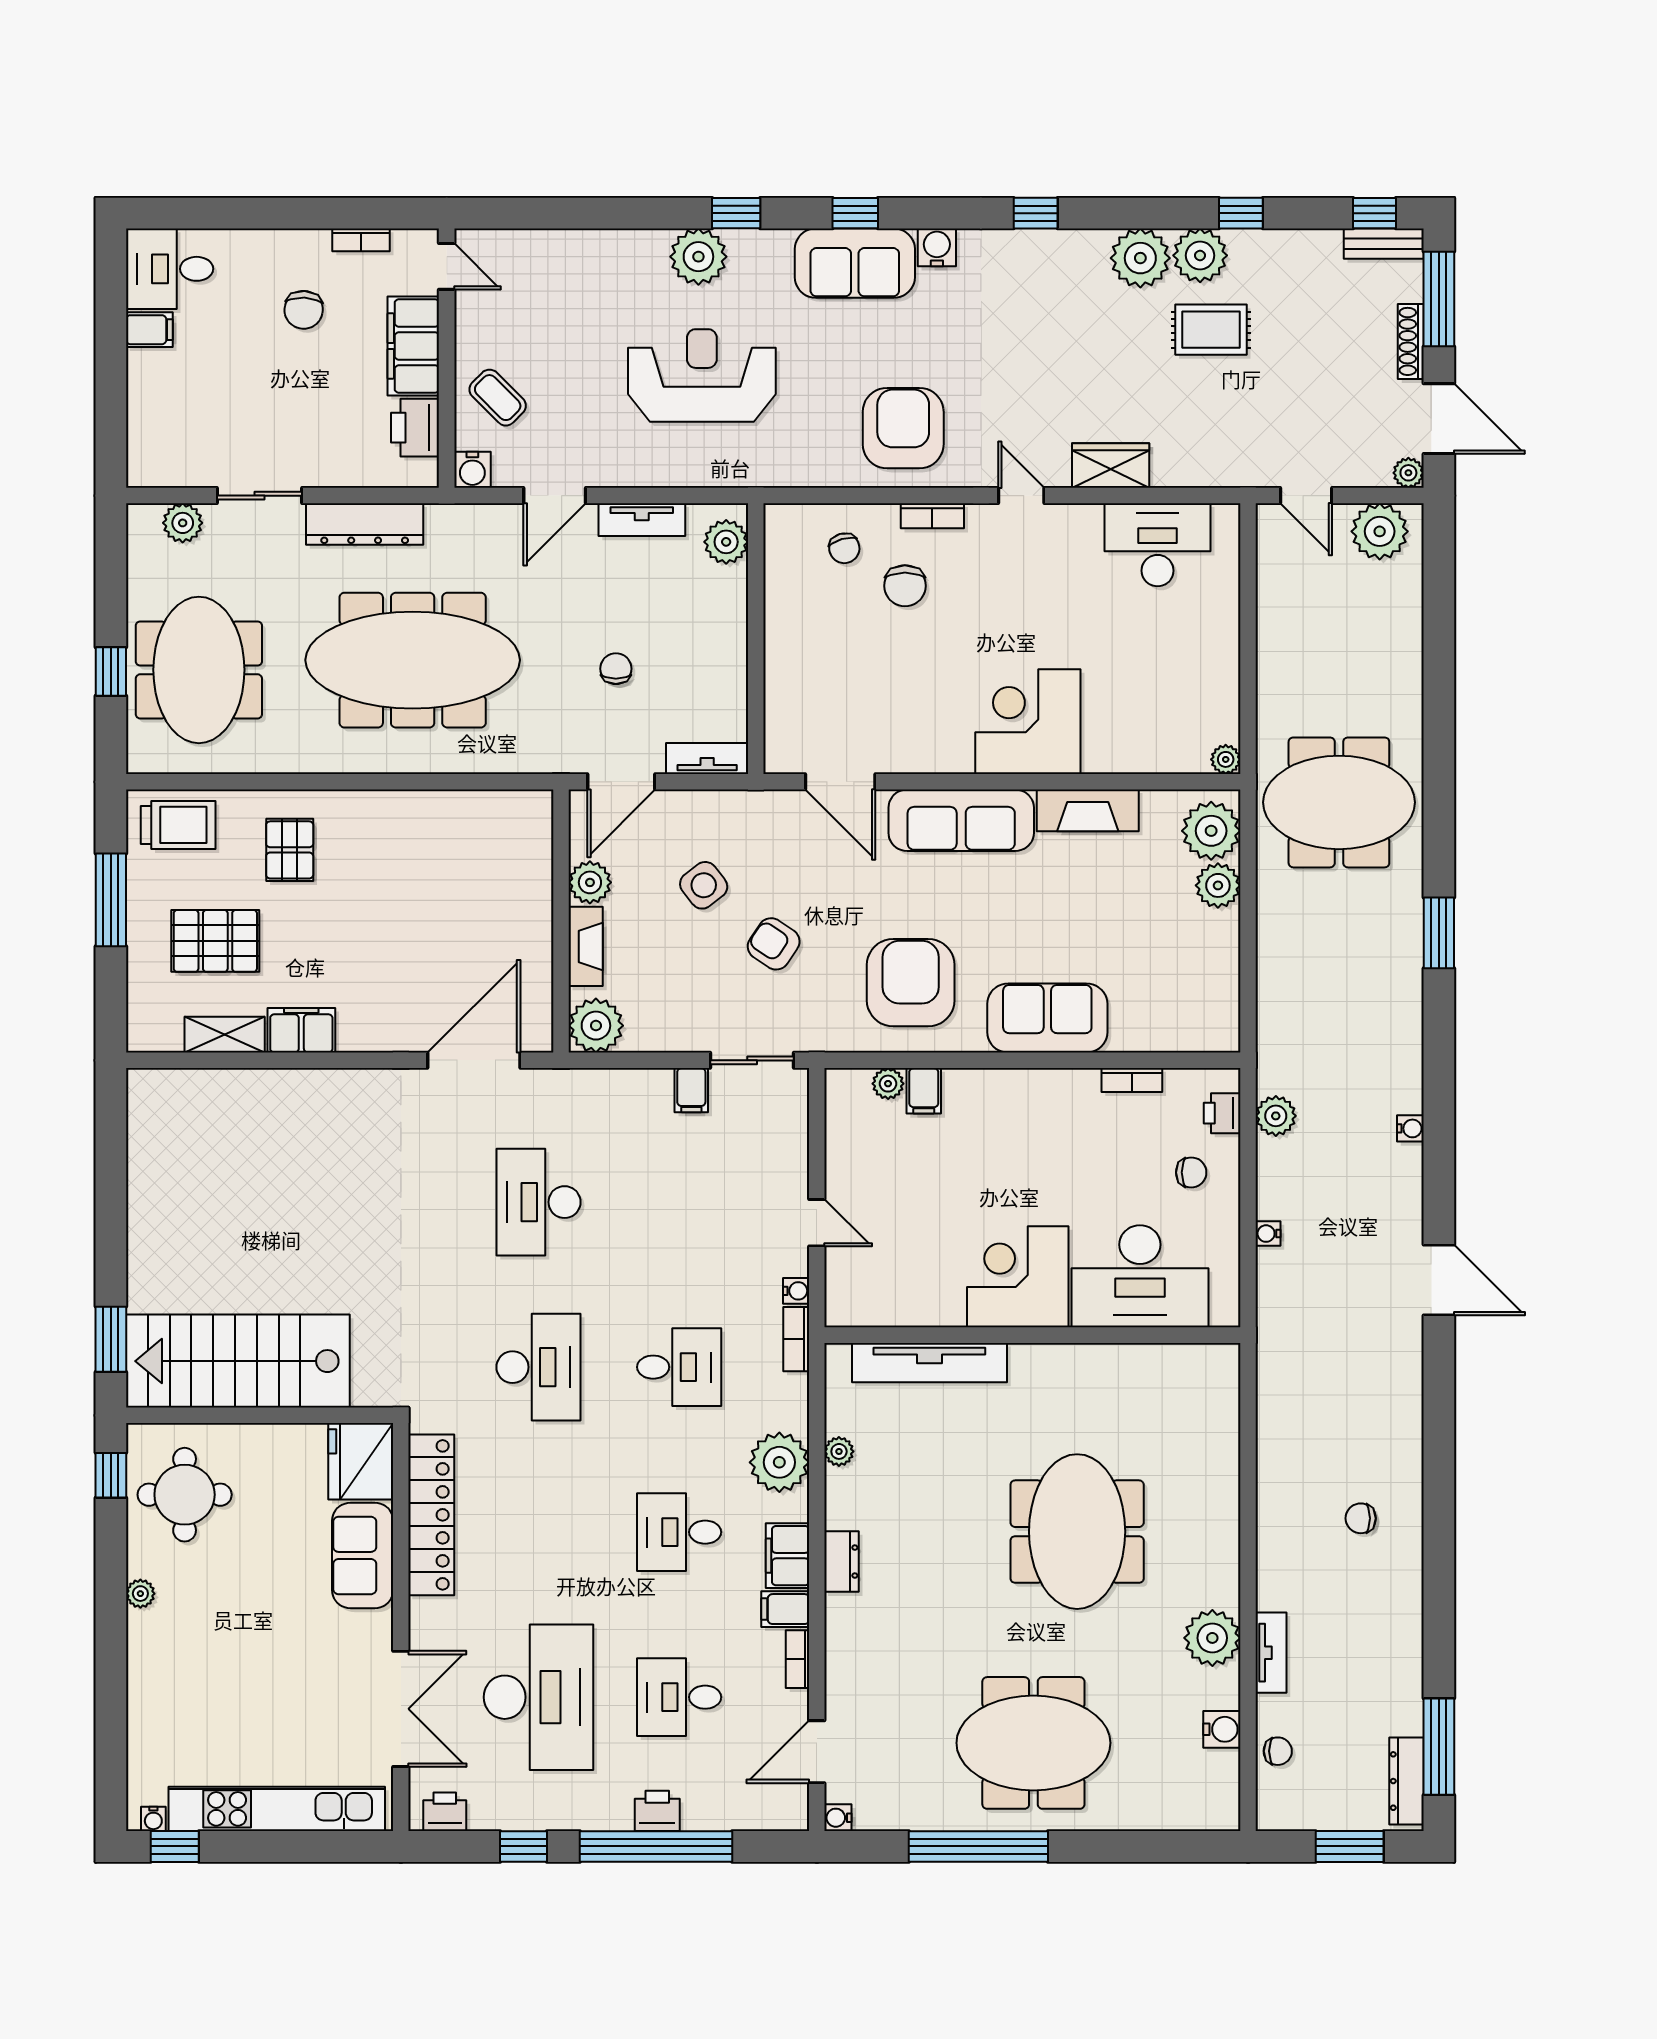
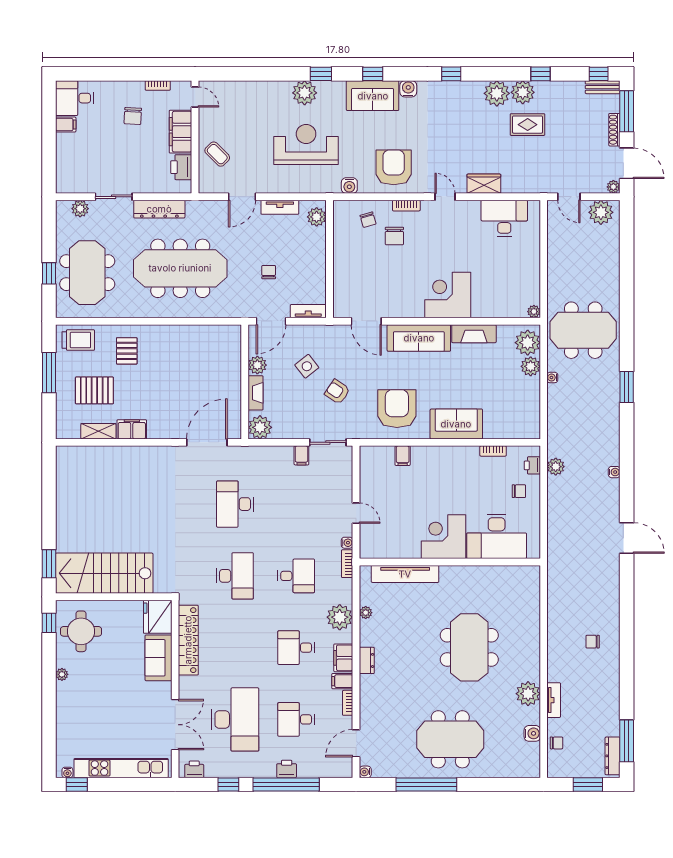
water cooler: (472, 470) -> (349, 186), moved
plant: (888, 1084) -> (387, 453), removed
water cooler: (1268, 1234) -> (552, 378), moved

